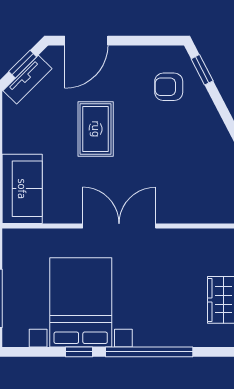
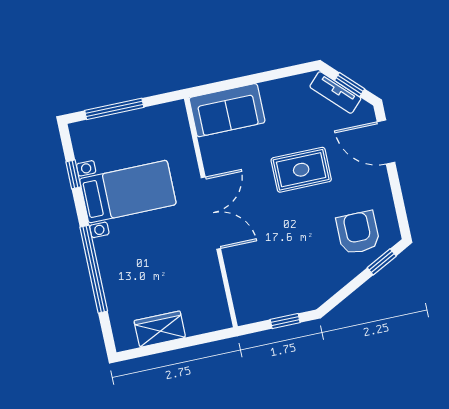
armchair: (169, 87) -> (358, 233), width x1.38, depth x1.38
bed with nightstands: (81, 302) -> (128, 192), width x0.73
window: (79, 352) -> (73, 174), moved

